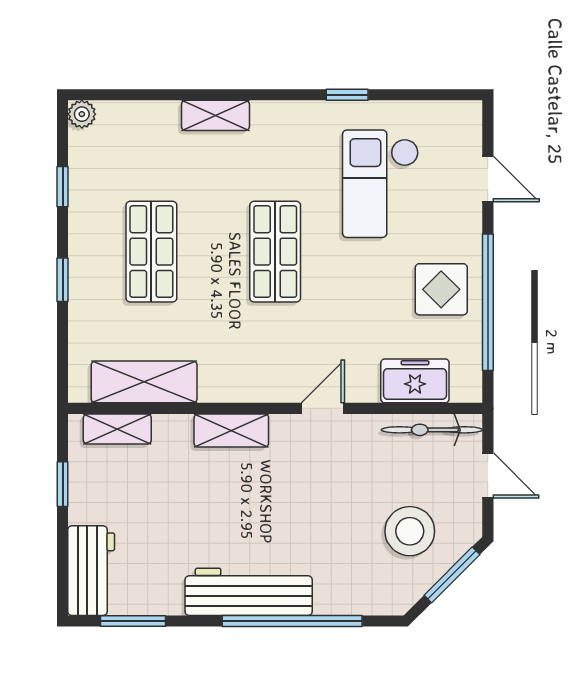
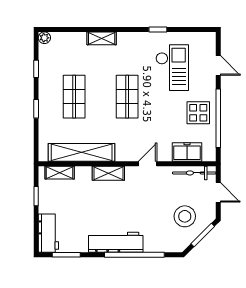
checkout: (381, 184) -> (172, 68), turned 180
shelving: (144, 382) -> (82, 152), width x1.47

